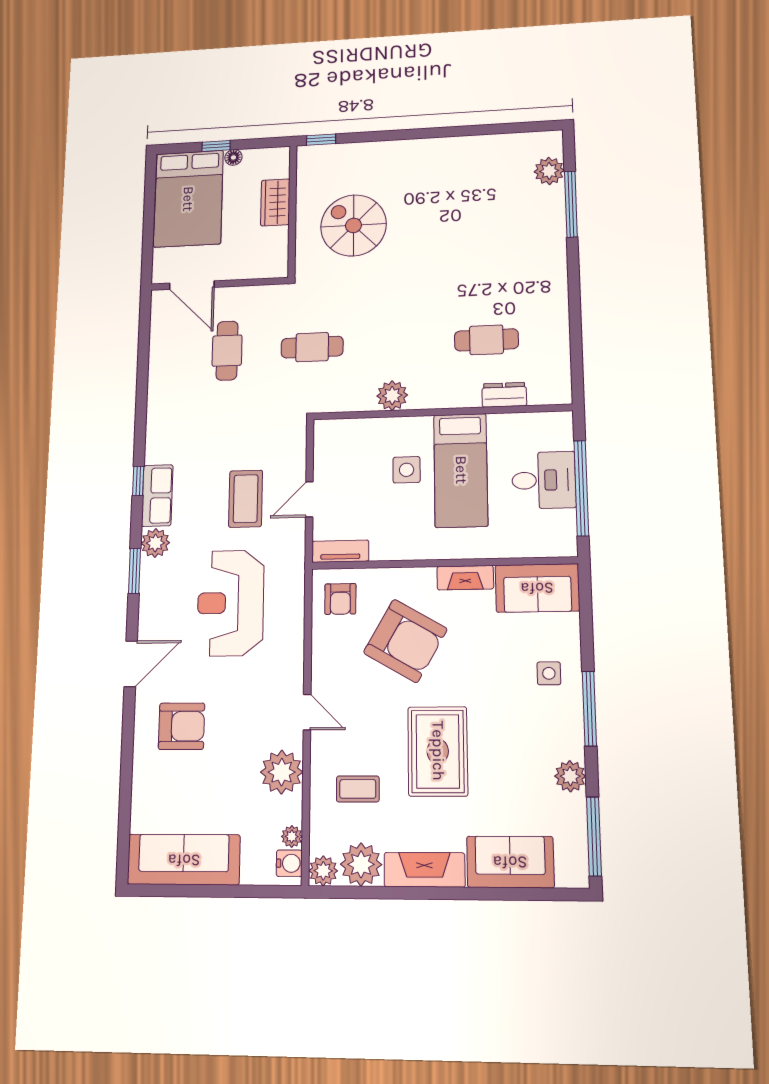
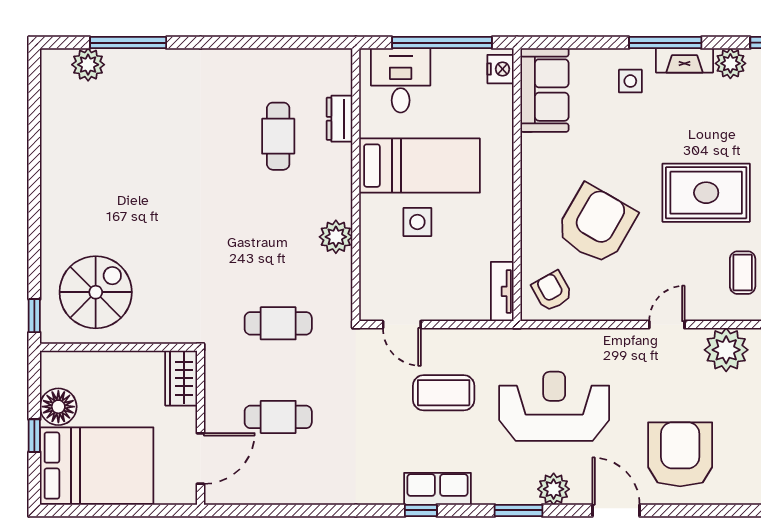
floor lamp: (233, 157) -> (58, 407), width x1.89, depth x1.89
wardrobe: (275, 202) -> (181, 378), moved, turned 90
spiral stairs: (353, 225) -> (96, 292), moved, turned 180
cafe table: (312, 347) -> (278, 323), turned 90
desk: (544, 480) -> (401, 80), moved
door: (309, 499) -> (402, 325), moved
plant: (155, 543) -> (554, 489), moved
nightstand: (557, 545) -> (500, 69), added
fireplace: (465, 578) -> (684, 60), moved, turned 90
armchair: (340, 599) -> (552, 291), turned -119
reception desk: (231, 603) -> (554, 406), turned 180
armchair: (182, 726) -> (680, 454), width x1.36, depth x1.36

